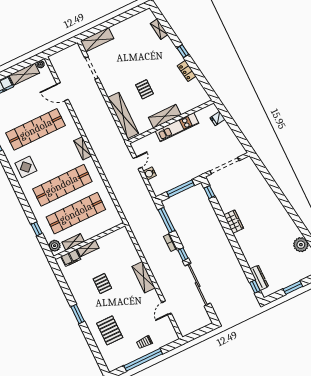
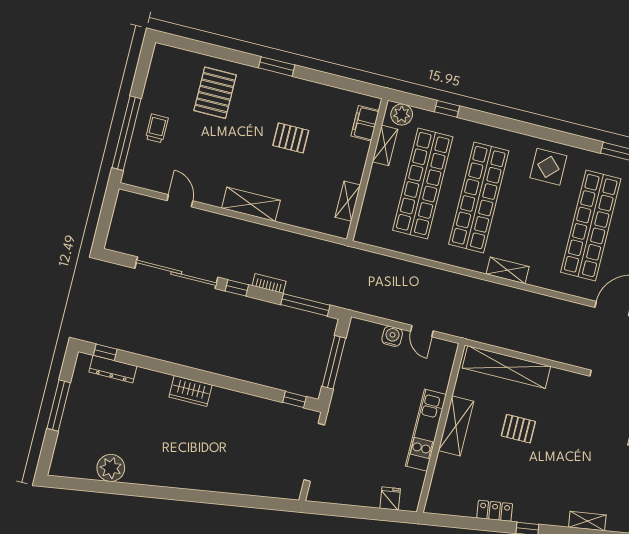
wardrobe: (234, 222) -> (191, 391), moved
shelving: (88, 248) -> (348, 201), moved
window: (293, 288) -> (59, 405), width x1.44
pallet: (110, 330) -> (215, 93), turned 90
window: (143, 360) -> (127, 133), moved

